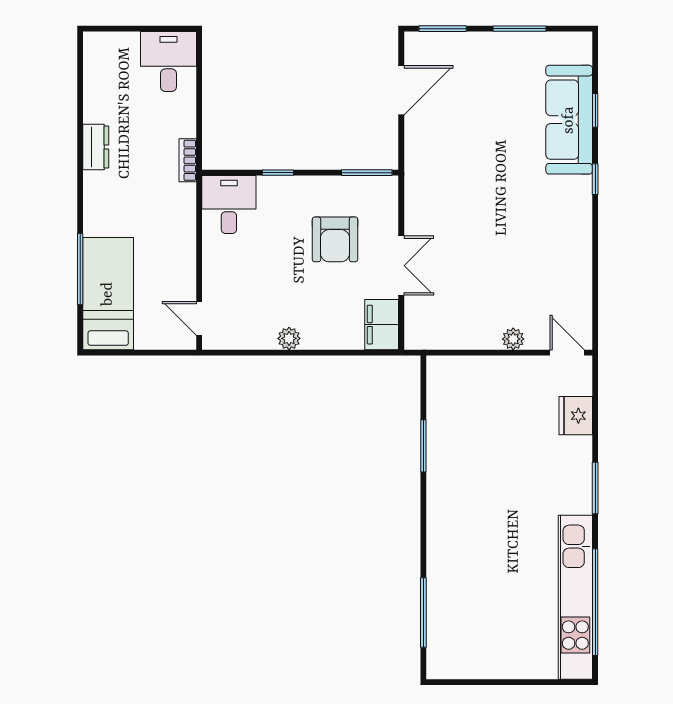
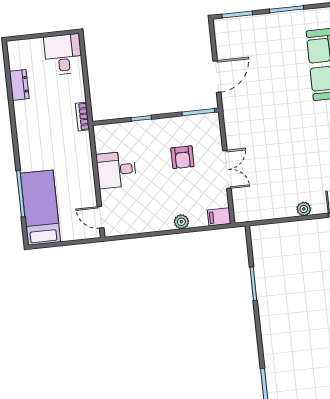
door: (401, 90) -> (217, 77), moved
dresser: (96, 147) -> (19, 85), moved
desk: (229, 205) -> (116, 170), moved, turned -90
armchair: (335, 239) -> (182, 157), width x0.72, depth x0.72
filing cabinet: (382, 325) -> (219, 217), width x0.50
plant: (289, 338) -> (181, 222), moved

